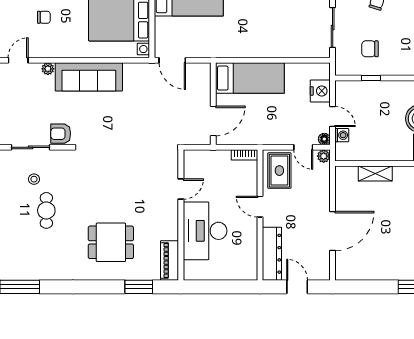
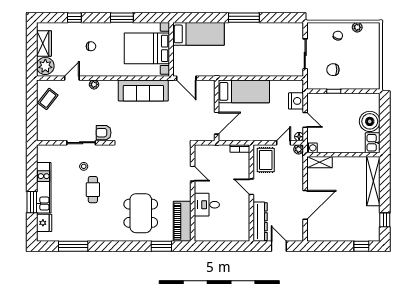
sofa: (89, 77) -> (143, 90), moved
washing machine: (342, 135) -> (312, 148), moved
door: (303, 147) -> (283, 143), swing flipped
shelving: (375, 173) -> (320, 162), moved
door: (181, 189) -> (193, 174), hinge flipped
desk: (205, 231) -> (207, 205), width x0.53, depth x0.77
dining table: (111, 242) -> (141, 213), width x1.38
piano: (170, 260) -> (182, 221), width x1.37, depth x1.33

